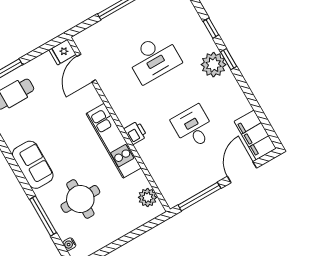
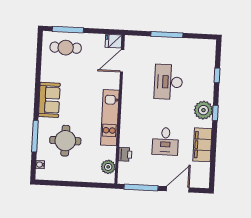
window: (211, 28) -> (217, 75), moved
desk: (154, 58) -> (168, 82), turned 90
desk: (193, 127) -> (165, 141), turned 180
printer: (135, 133) -> (125, 154), moved
filing cabinet: (255, 135) -> (202, 145), moved

